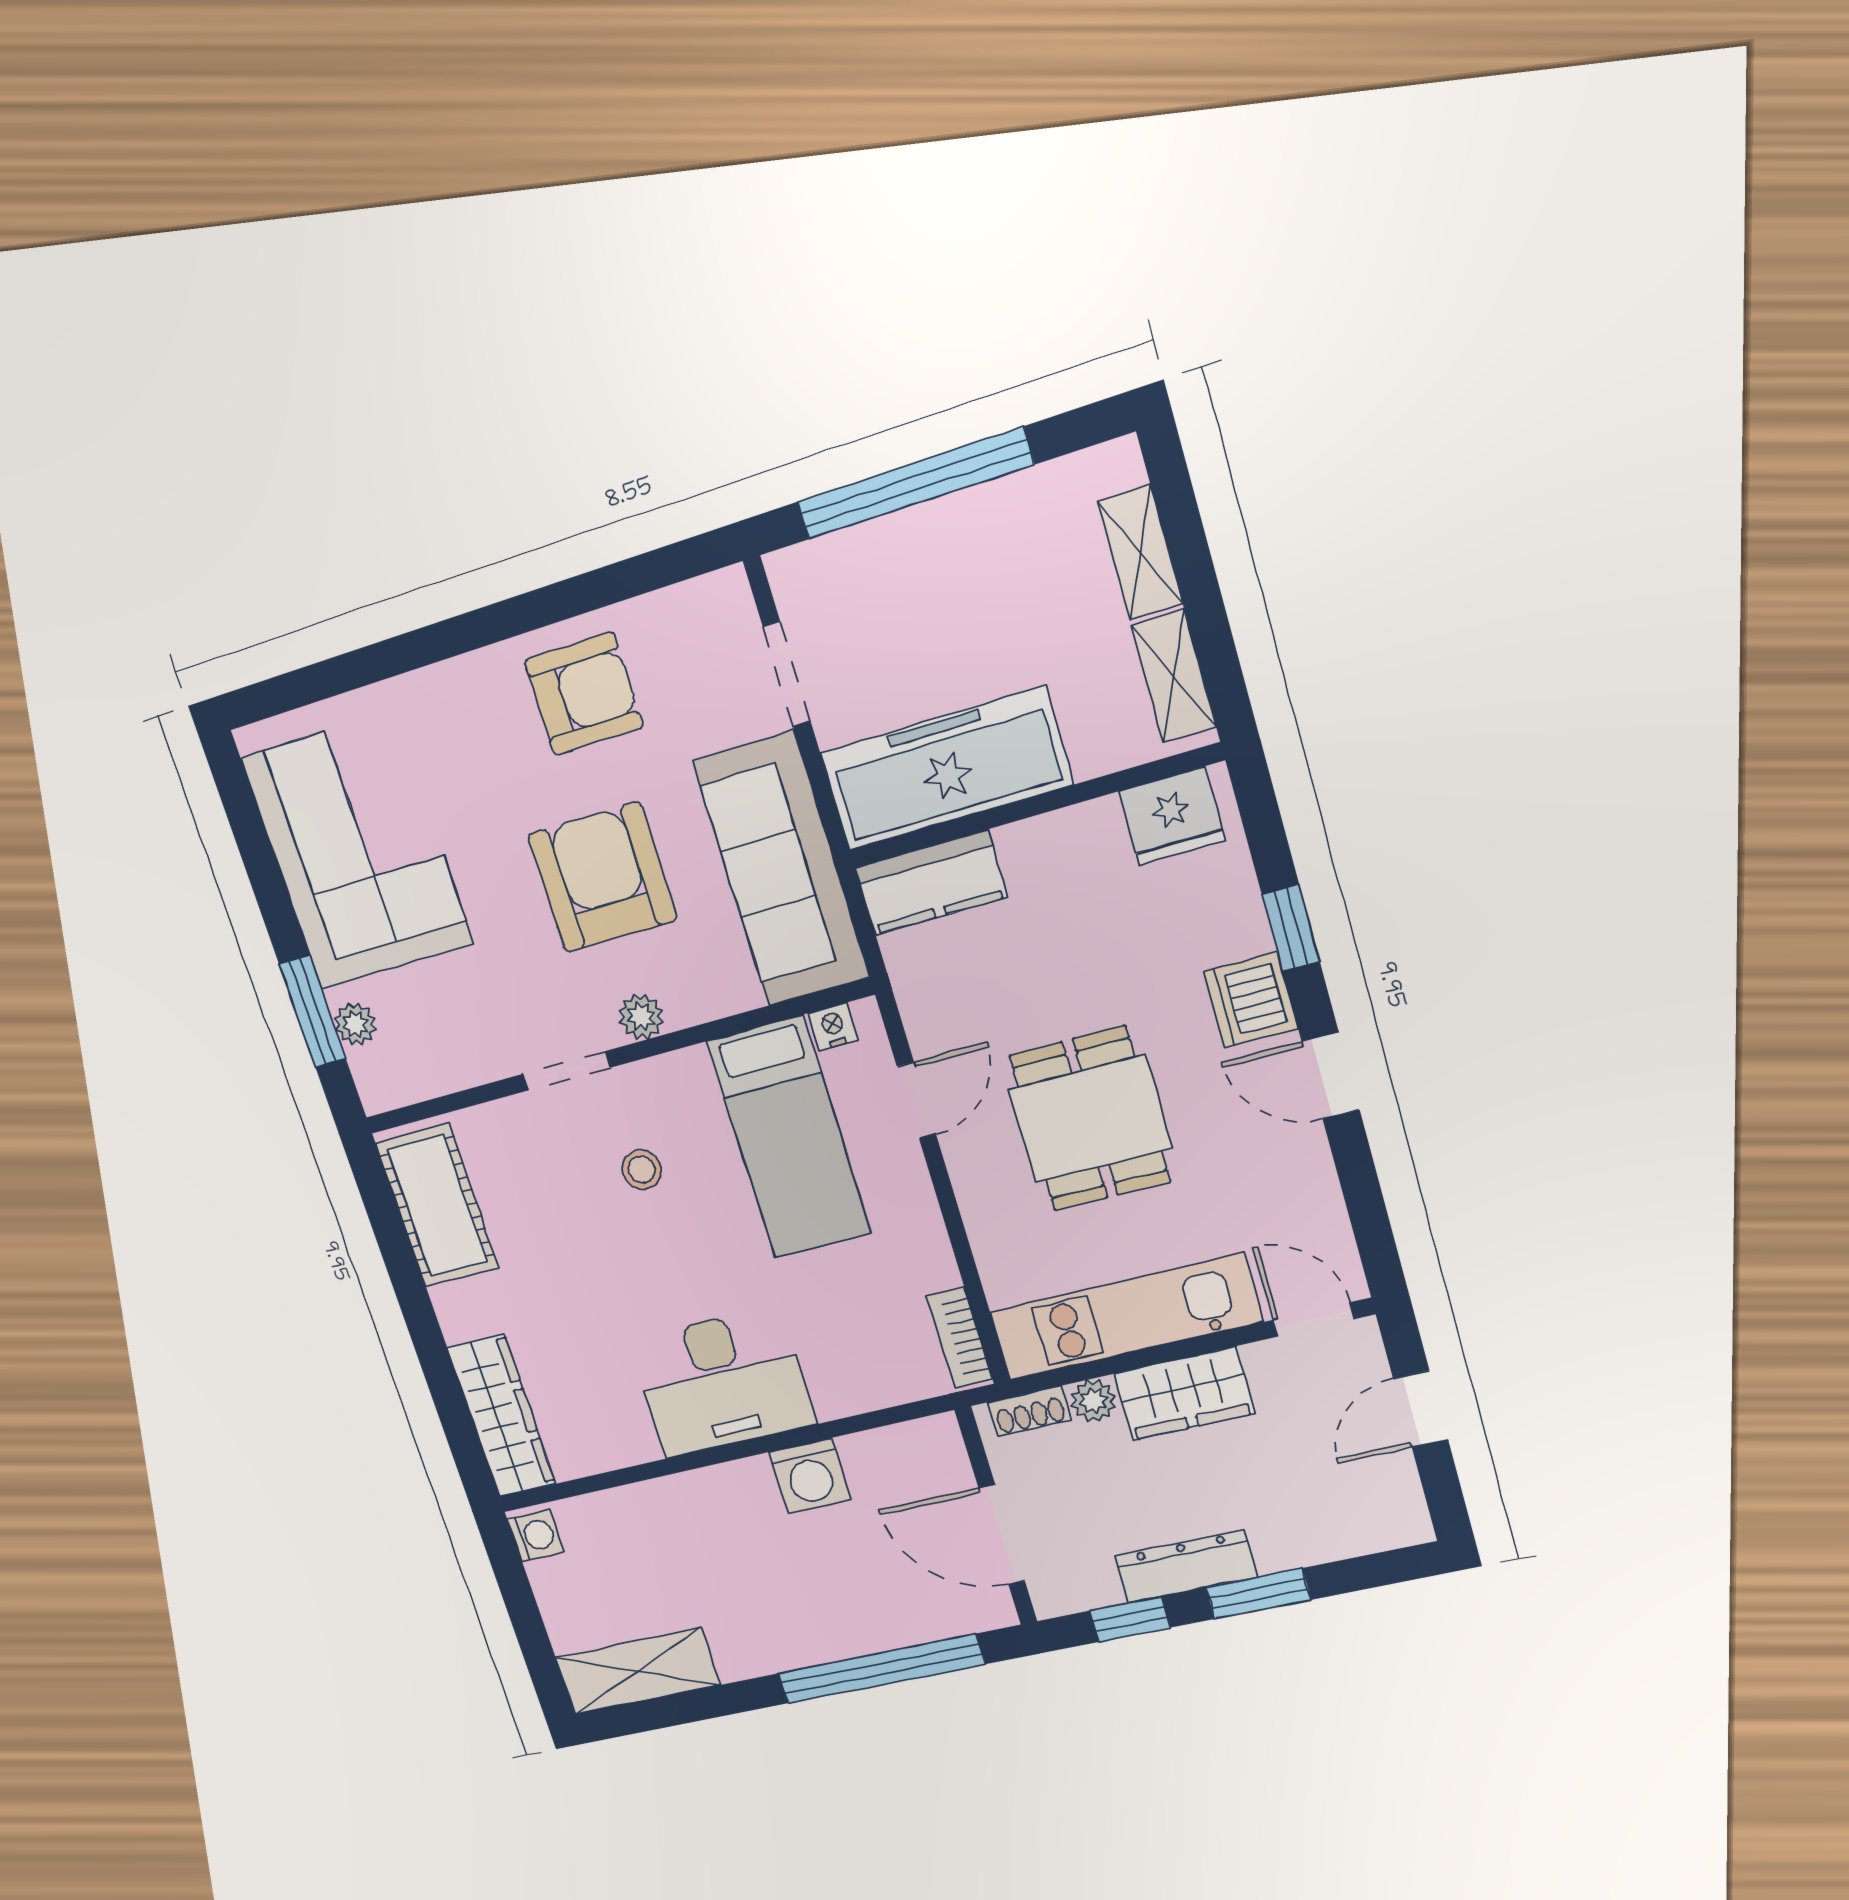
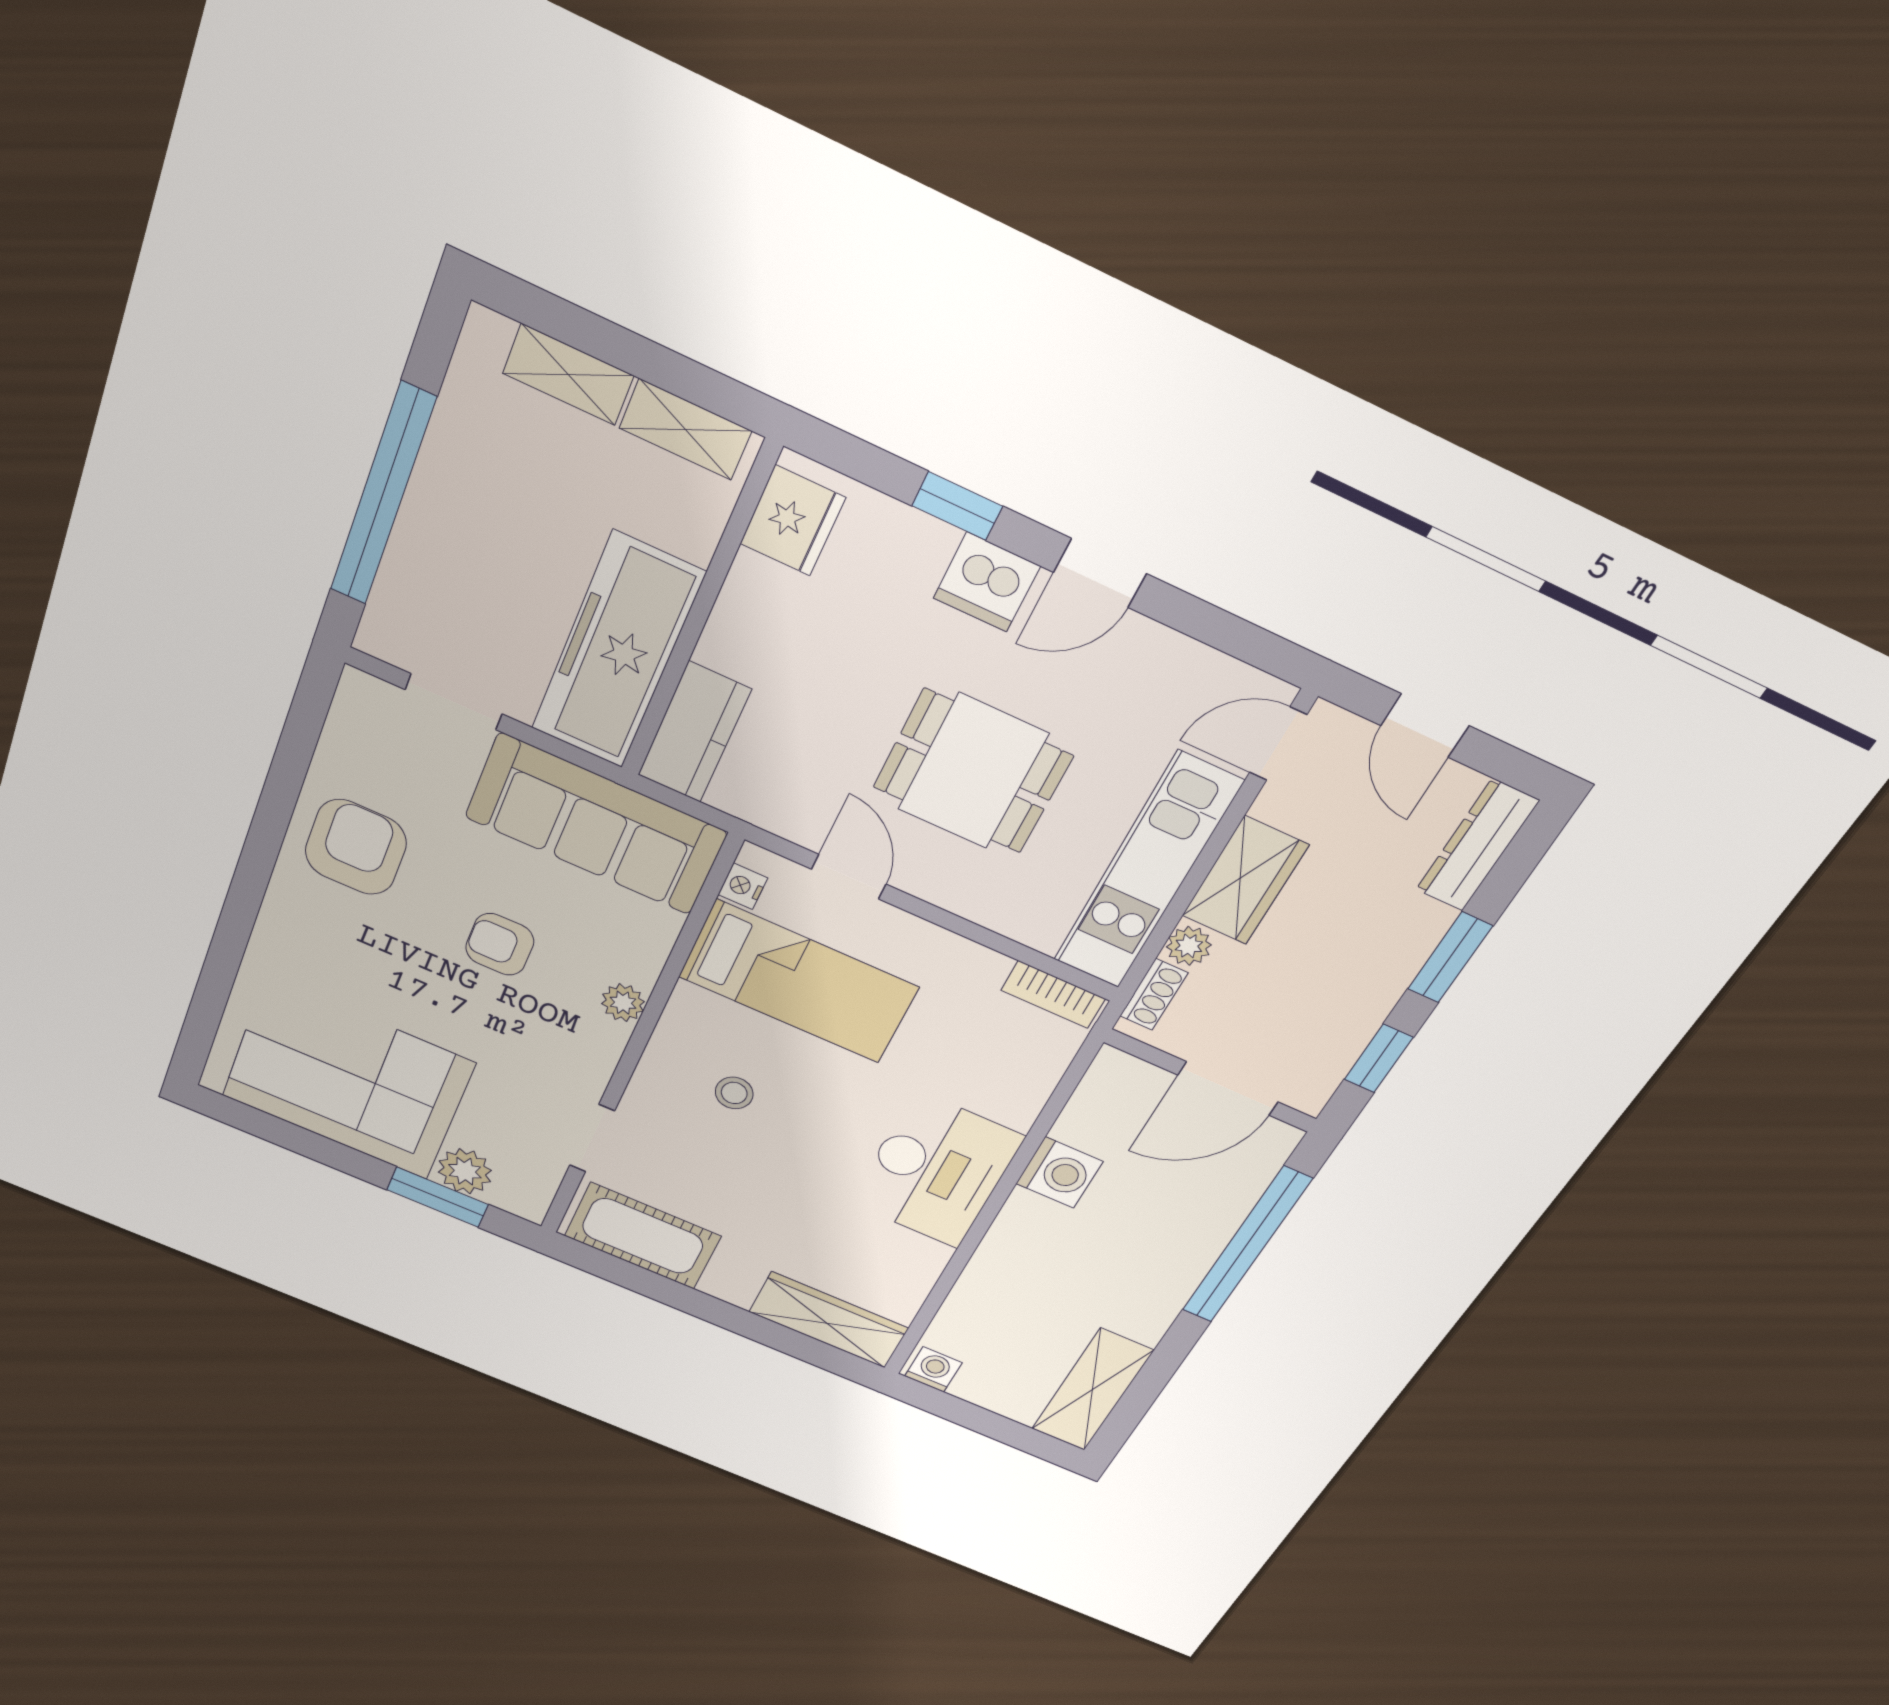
armchair: (602, 877) -> (500, 944), width x0.53, depth x0.53
plant: (355, 1024) -> (465, 1171), width x1.38, depth x1.38
doorway: (567, 1071) -> (592, 1138), moved
dresser: (1186, 1566) -> (1477, 845), moved

